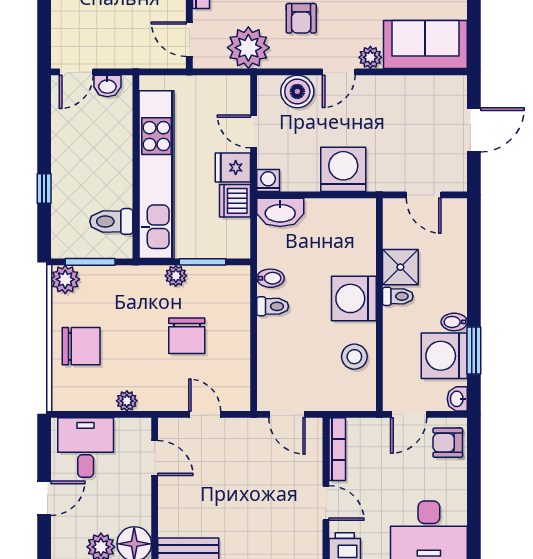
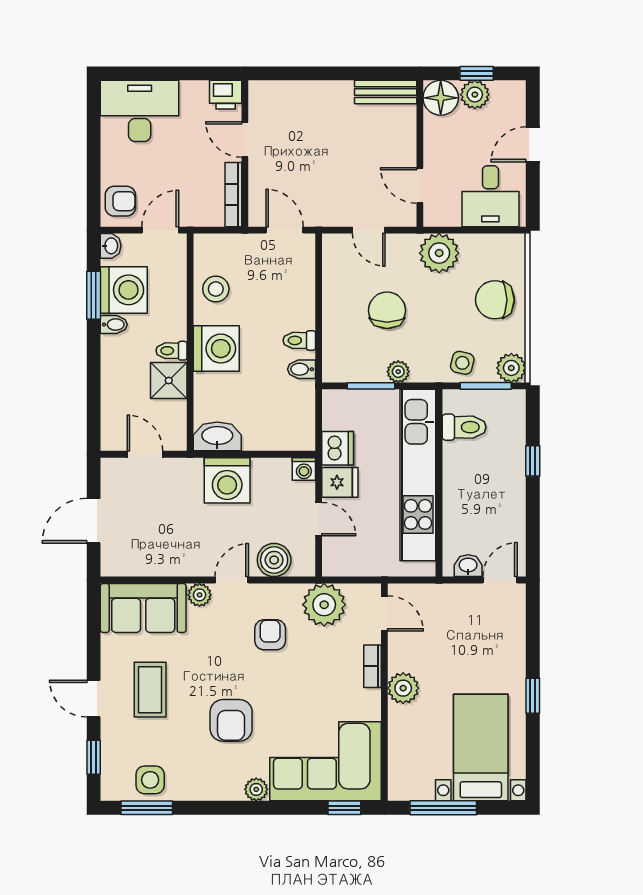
washbasin: (280, 212) -> (217, 436), moved
side table: (113, 284) -> (462, 363), added
plant: (127, 401) -> (439, 253), width x1.88, depth x1.88

